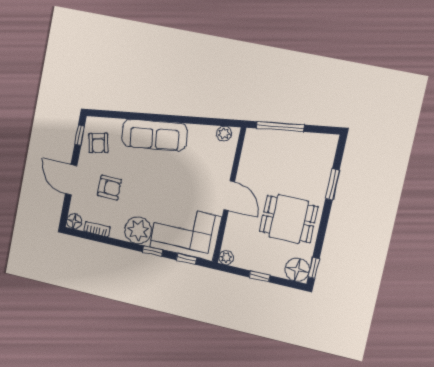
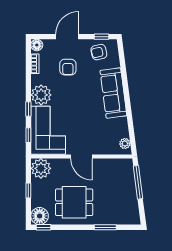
door: (229, 196) -> (81, 157), hinge flipped
dining table: (289, 219) -> (74, 202), turned 90
plant: (226, 258) -> (41, 168), width x1.87, depth x1.87

